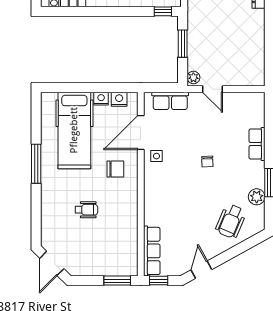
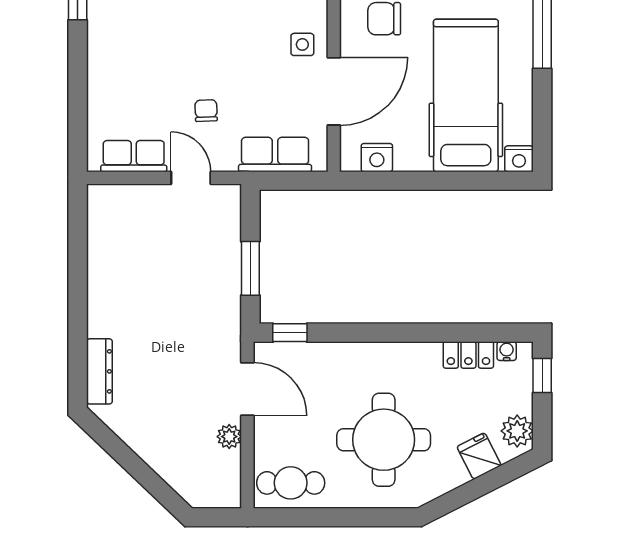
plant: (193, 77) -> (229, 201), removed
nightstand: (101, 99) -> (519, 159), moved
row of seats: (257, 144) -> (134, 156), moved, turned -90
chair: (207, 162) -> (206, 111), moved

